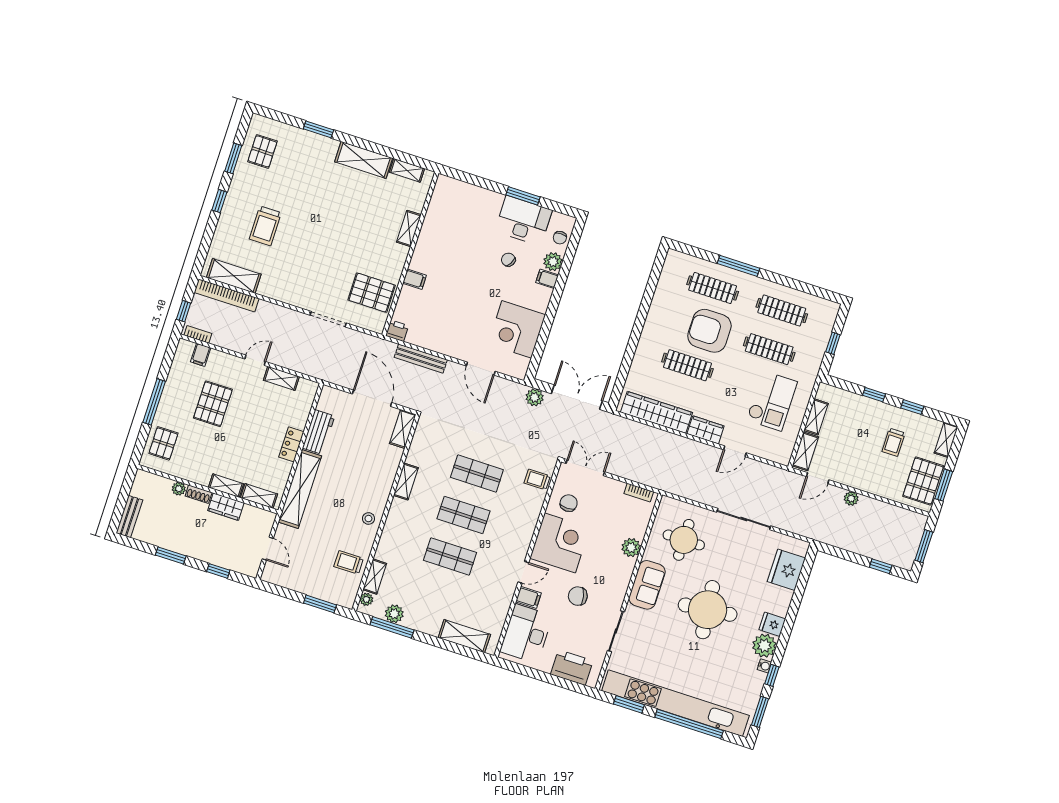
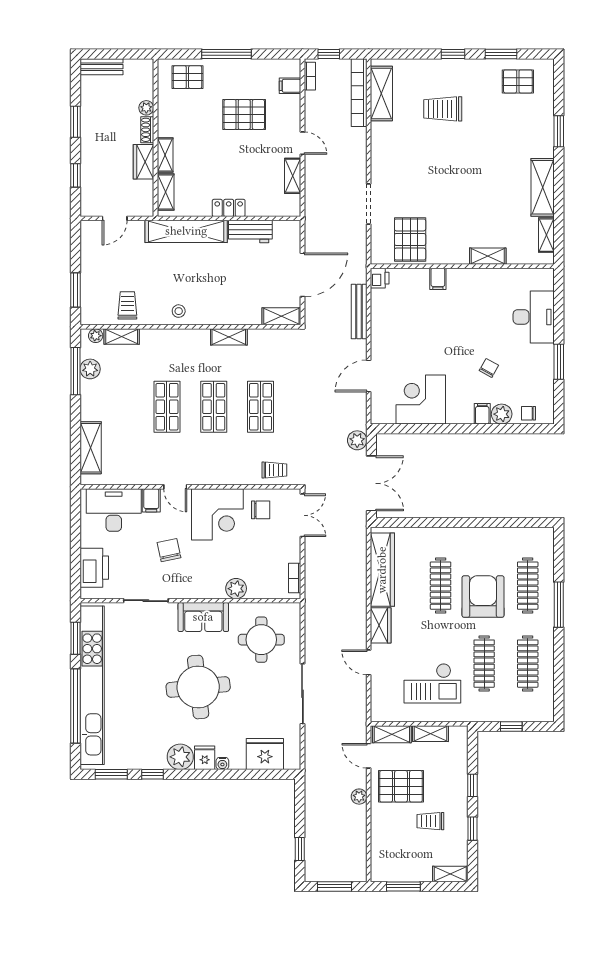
desk: (523, 221) -> (534, 317), moved
trolley: (537, 479) -> (274, 470), turned 90
pallet: (923, 481) -> (401, 786), moved
water cooler: (764, 666) -> (222, 763), moved

